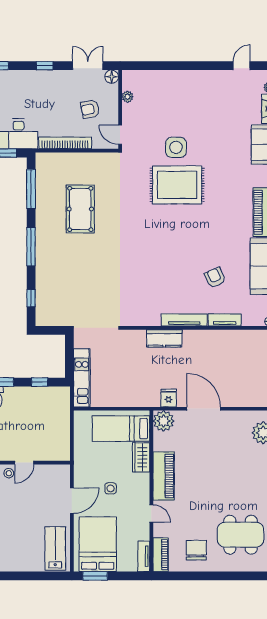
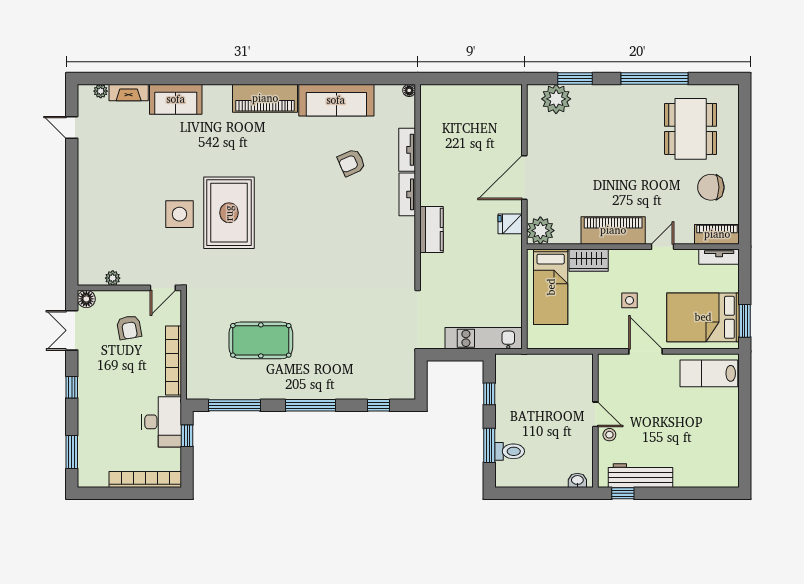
tv unit: (184, 320) -> (407, 194), width x0.71

